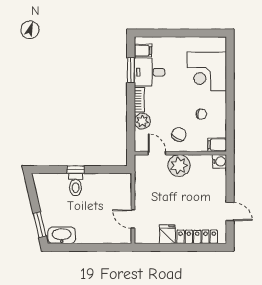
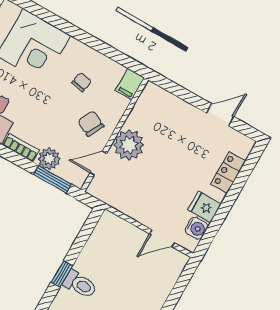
window: (131, 130) -> (52, 179), added
water cooler: (220, 161) -> (196, 228), moved, turned 90
locker: (197, 237) -> (228, 172), width x0.66

